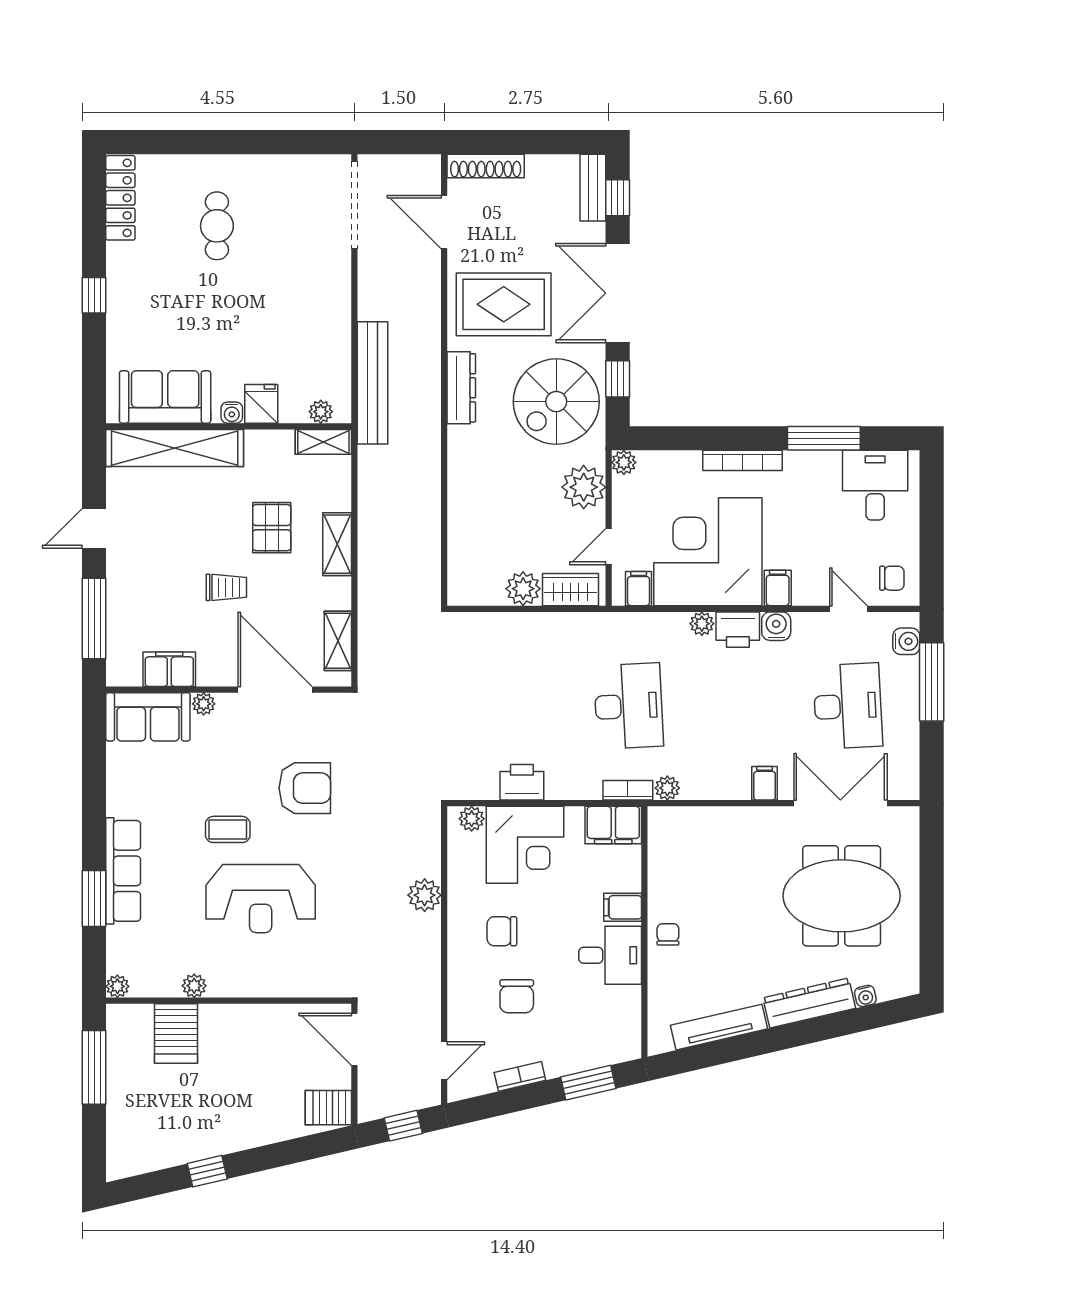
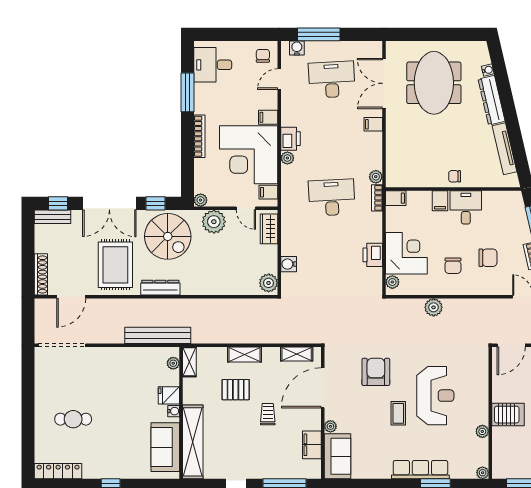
plant: (523, 589) -> (269, 283), moved
water cooler: (776, 626) -> (289, 264), moved
filing cabinet: (613, 825) -> (396, 198), width x0.50
server rack: (176, 1034) -> (508, 415), moved

